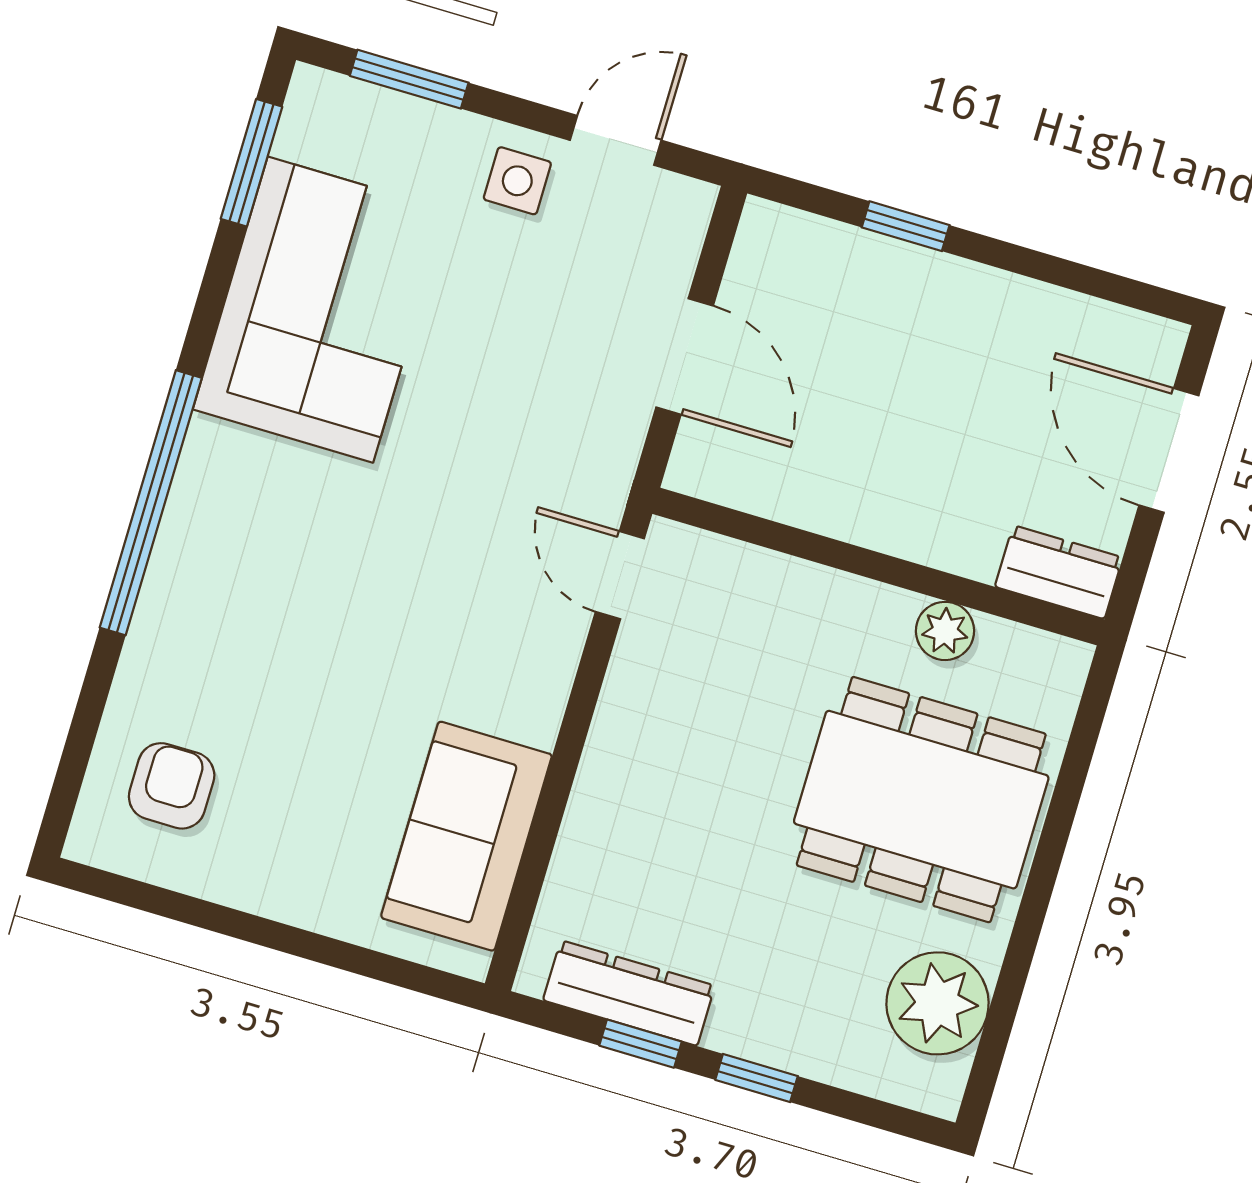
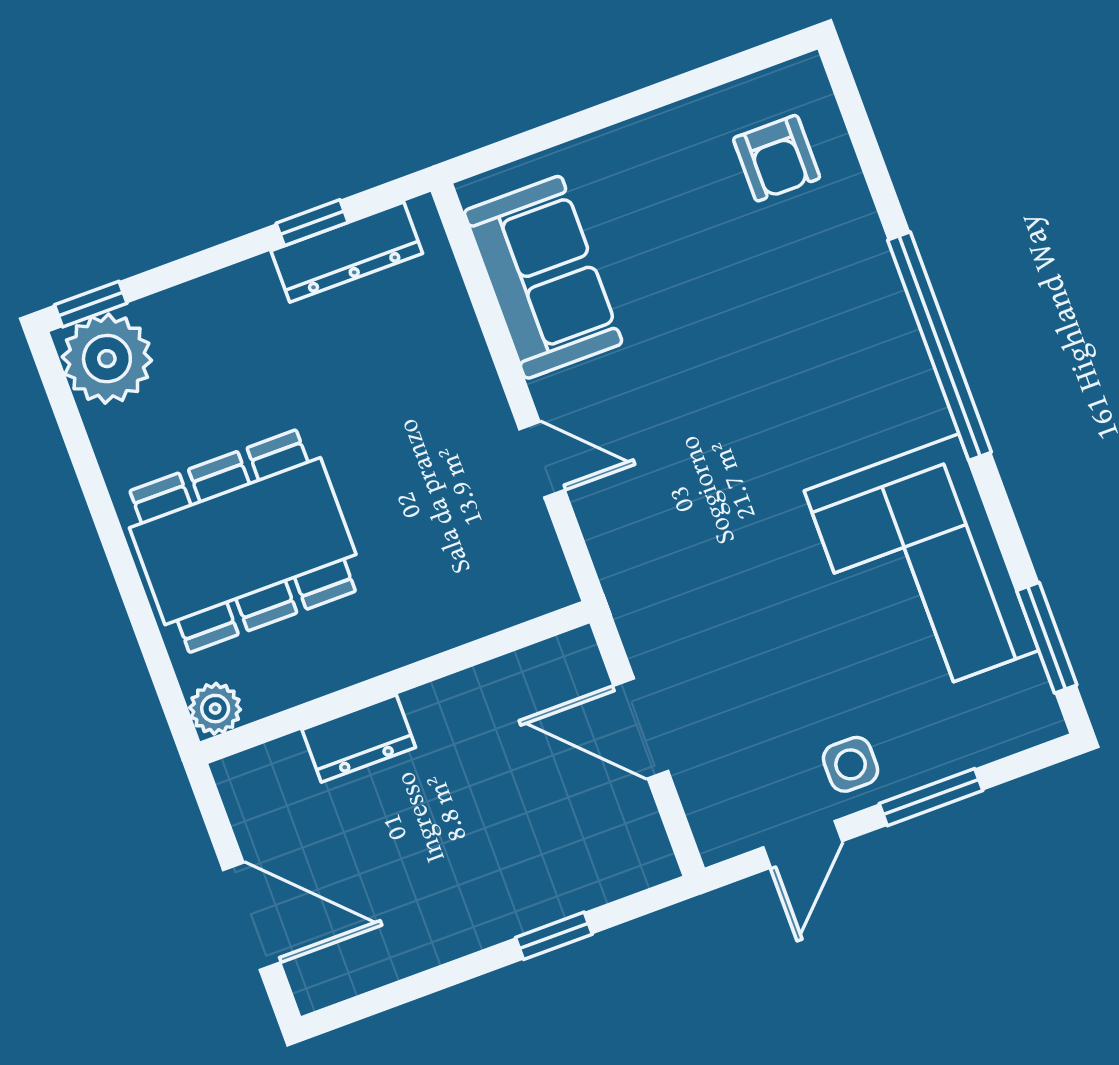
window: (409, 79) -> (931, 797), moved
dresser: (1059, 572) -> (359, 739), moved
door: (620, 575) -> (542, 460), moved
plant: (945, 631) -> (215, 709), moved
plant: (937, 1003) -> (107, 359), moved
window: (757, 1078) -> (91, 304), moved

